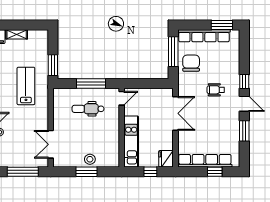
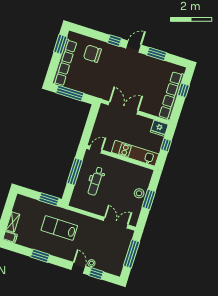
chair: (191, 63) -> (92, 54), moved
wheelchair: (216, 90) -> (114, 67), removed
door: (122, 98) -> (96, 150), hinge flipped
double door: (51, 144) -> (116, 223), swing flipped

